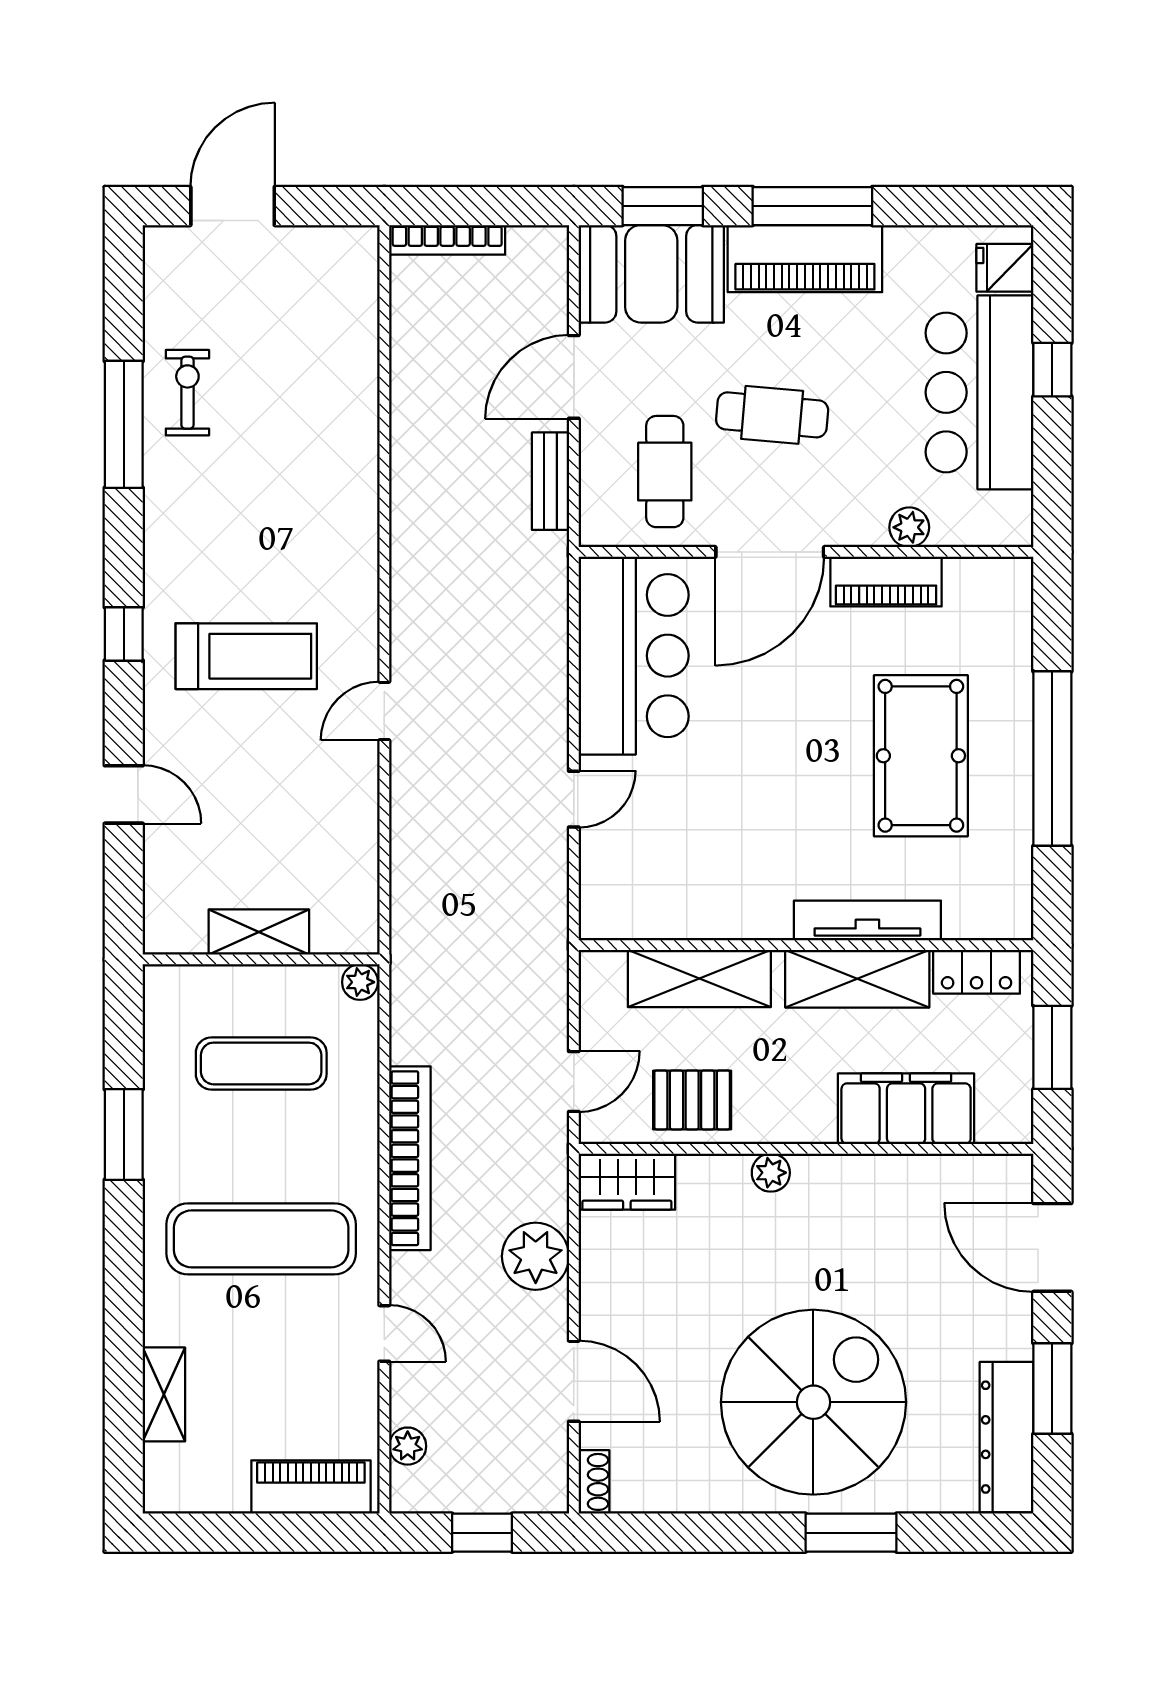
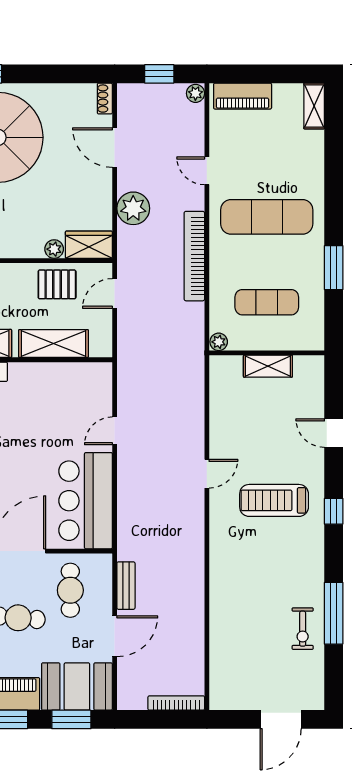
plant: (771, 1173) -> (54, 249), moved
shelving: (164, 1394) -> (314, 106), moved
plant: (408, 1446) -> (195, 93), moved

